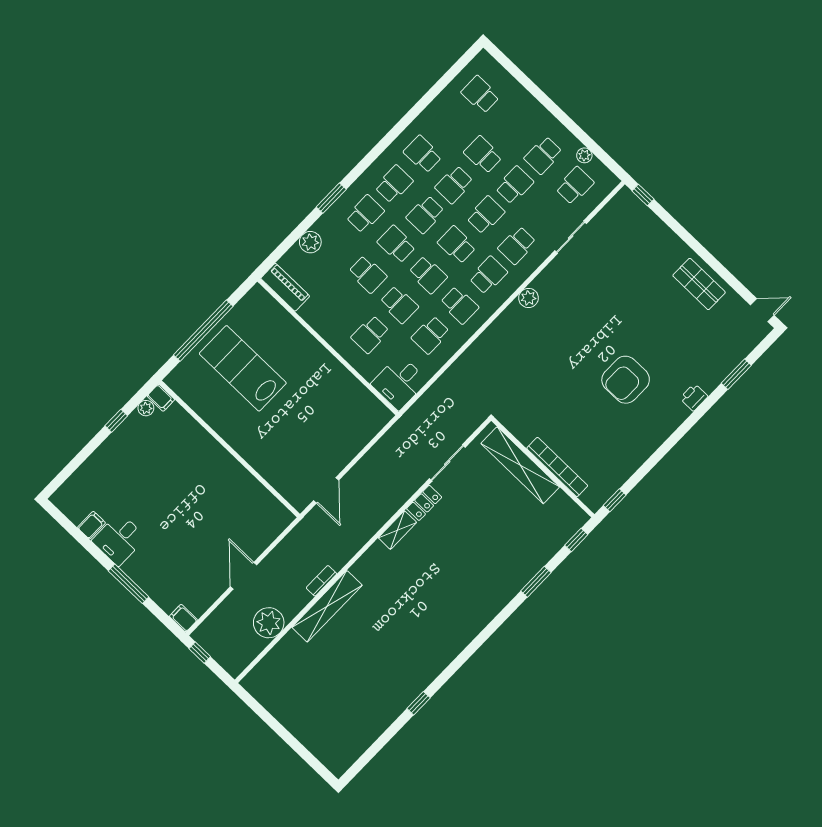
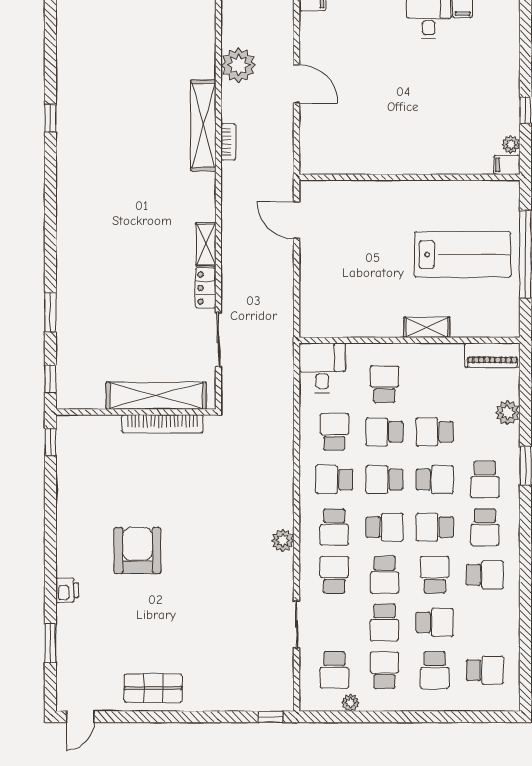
school desk: (512, 125) -> (435, 670), added
school desk: (425, 214) -> (435, 527), turned -90
shelving: (309, 344) -> (427, 327), added
bookcase: (557, 467) -> (162, 424), moved

